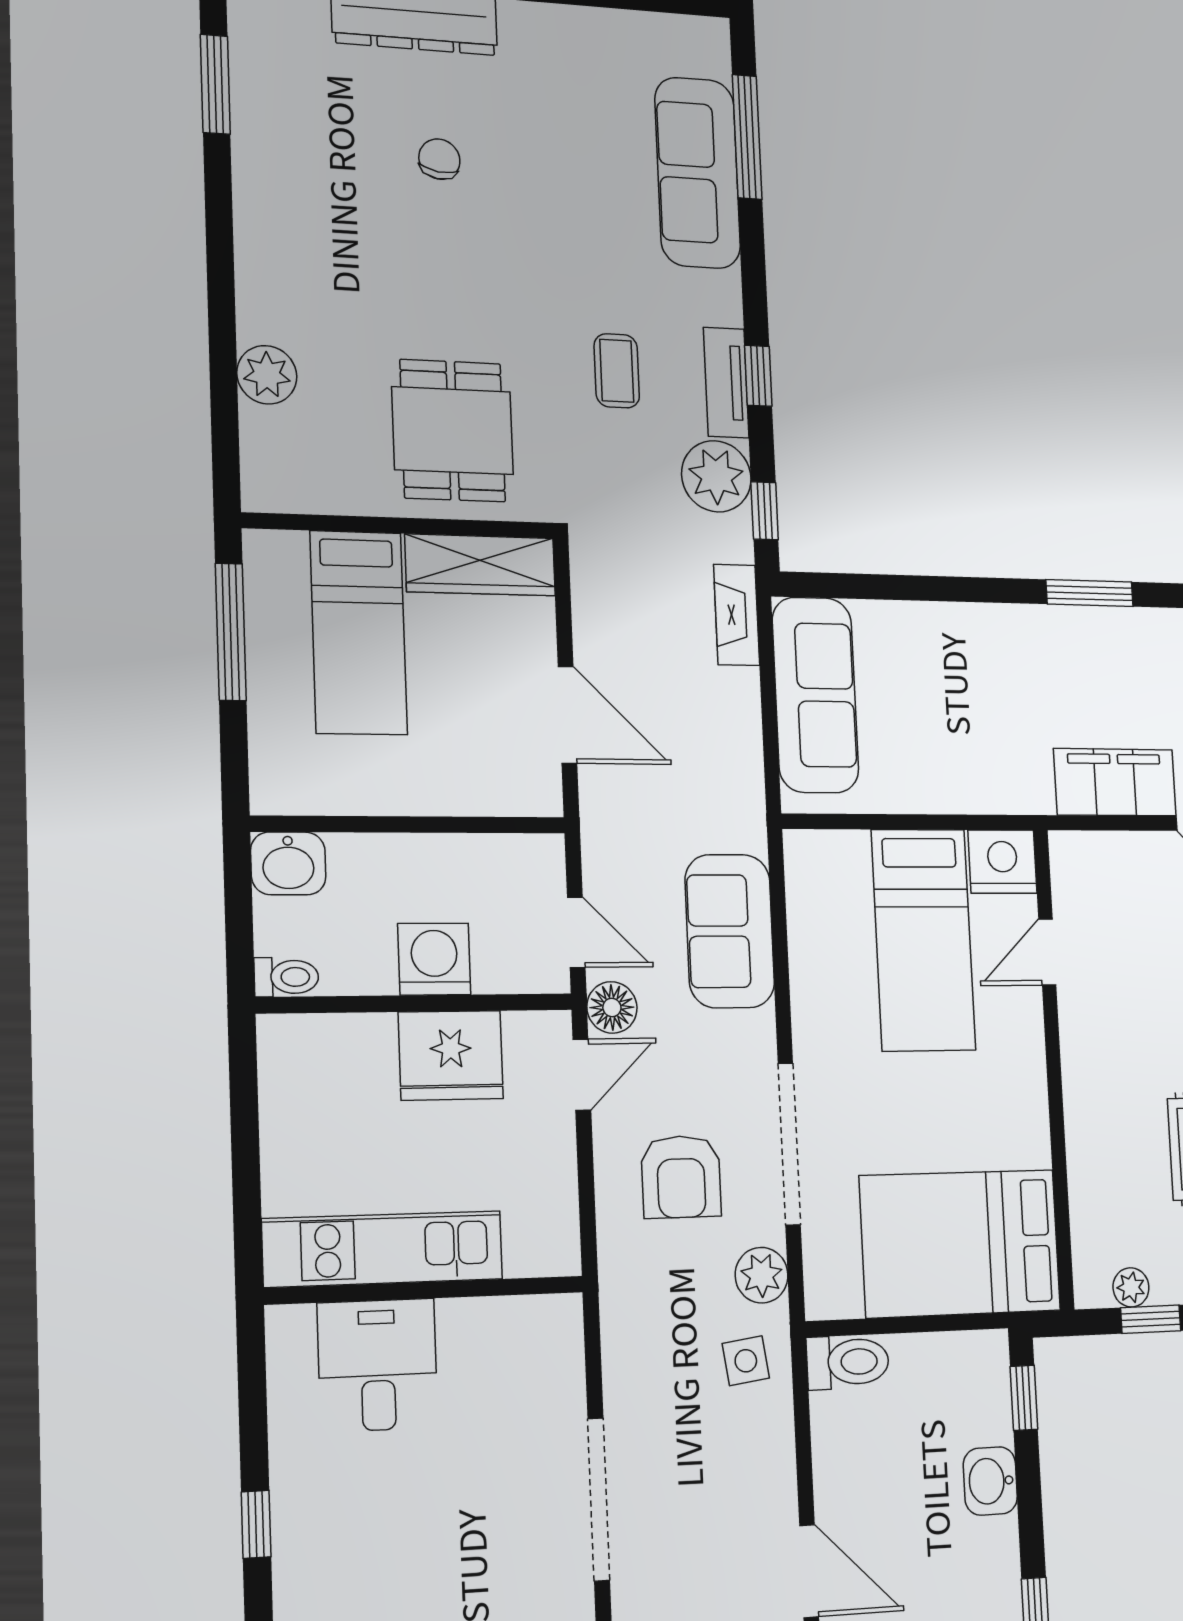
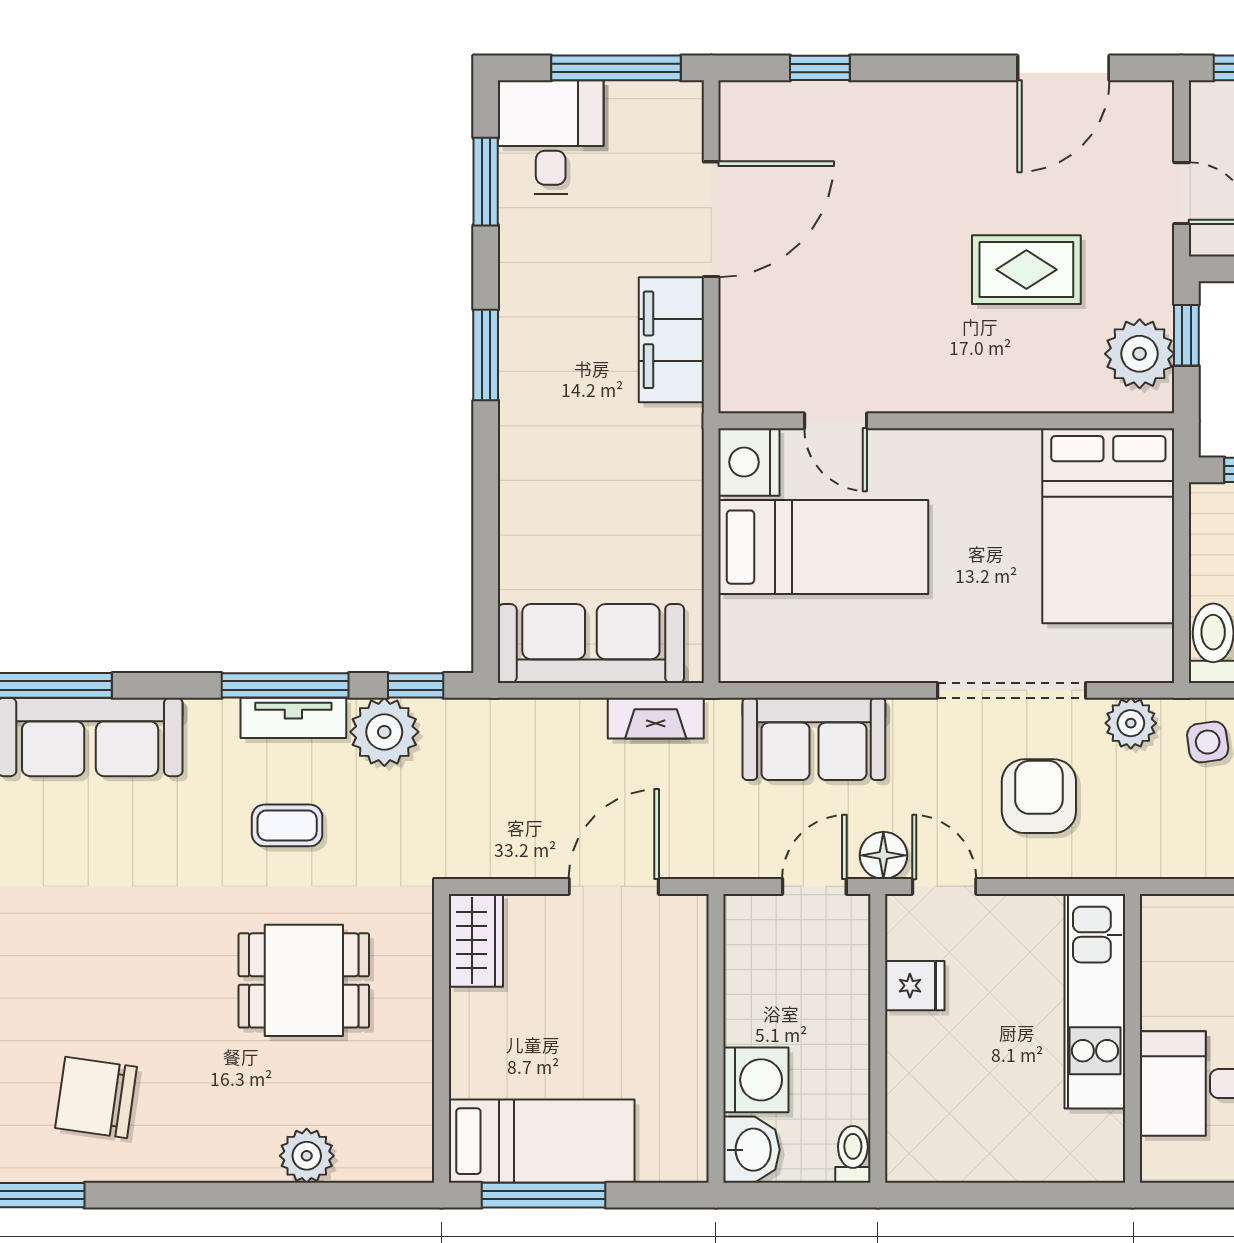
chair: (439, 159) -> (96, 1097), moved, width x1.87, depth x1.87
window: (758, 376) -> (285, 685), width x2.17
dining table: (453, 431) -> (304, 980), moved
wardrobe: (480, 565) -> (476, 940), width x0.67
fireplace: (737, 615) -> (656, 718), moved
bed: (359, 633) -> (542, 1141), moved
washing machine: (434, 959) -> (756, 1080), moved, turned 180
fridge: (451, 1055) -> (915, 986), width x0.53, depth x0.75
armchair: (681, 1177) -> (1039, 796), turned -90
kitchen unit: (383, 1249) -> (1095, 1001), moved
plant: (1131, 1287) -> (1140, 354), width x1.87, depth x1.87

